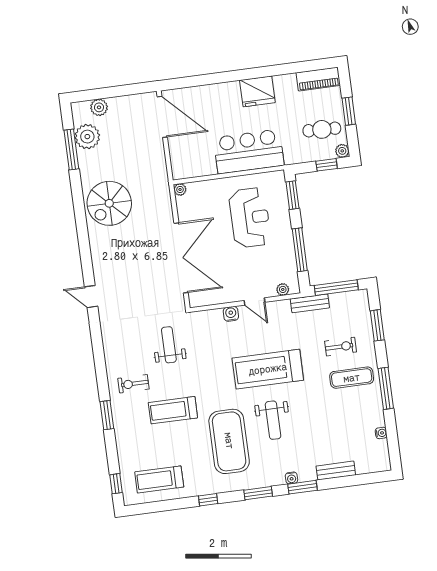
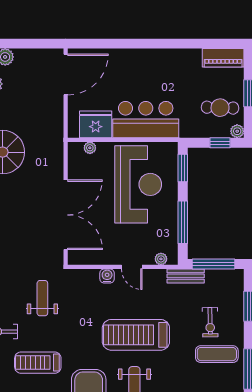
fridge: (257, 91) -> (96, 124), moved, turned 180
door: (162, 117) -> (66, 74), hinge flipped
plant: (180, 189) -> (90, 148), moved
reception desk: (250, 218) -> (138, 184), width x1.36, depth x1.30
exercise bike: (341, 347) -> (210, 322), turned 89

